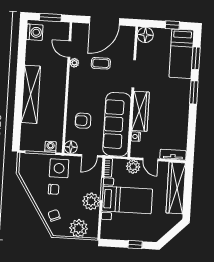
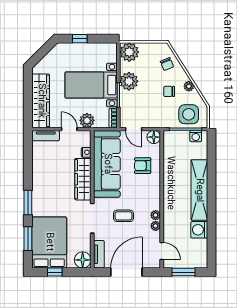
washing machine: (35, 32) -> (199, 230), moved
tv unit: (130, 39) -> (99, 254), added
door: (69, 49) -> (162, 251), moved
bed: (181, 54) -> (49, 242), width x1.50
coffee table: (101, 63) -> (123, 216), moved
plant: (74, 73) -> (155, 215), added
armchair: (83, 121) -> (143, 166), turned 180
washing machine: (51, 147) -> (196, 136), moved
door: (89, 156) -> (134, 129), swing flipped
side table: (59, 168) -> (189, 114), moved
plant: (35, 193) -> (189, 86), added
plant: (79, 228) -> (129, 52), moved

